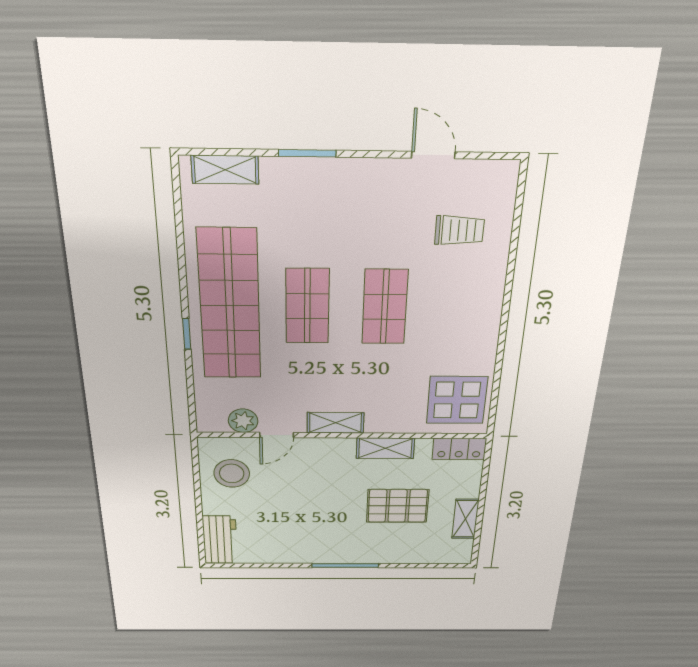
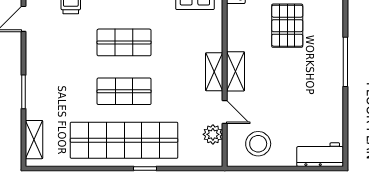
shelving: (385, 448) -> (235, 71), moved

